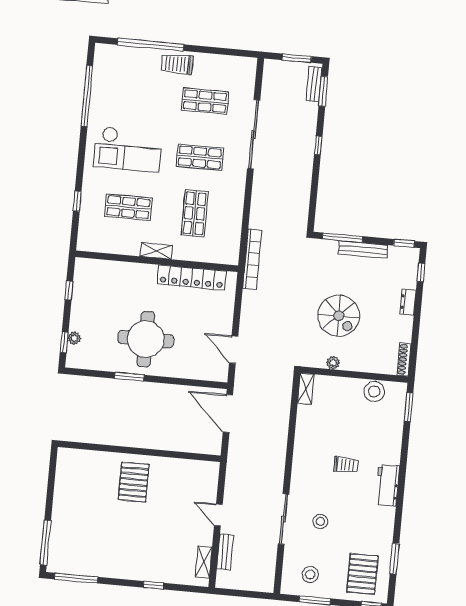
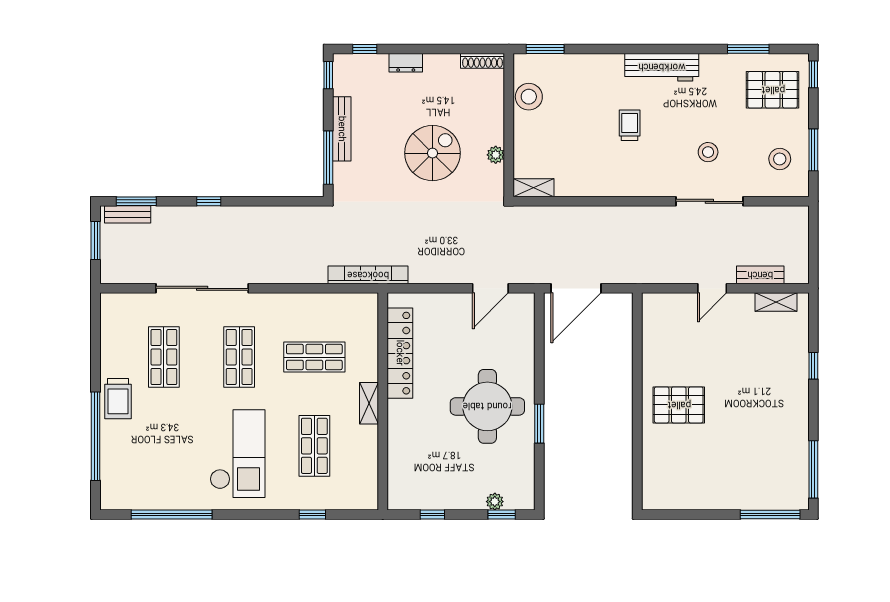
workbench: (388, 485) -> (662, 67), width x1.38

